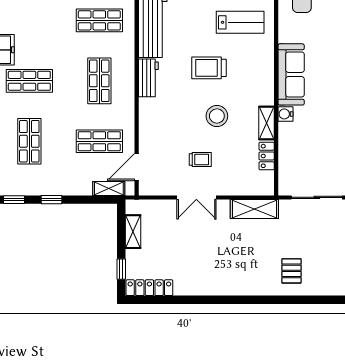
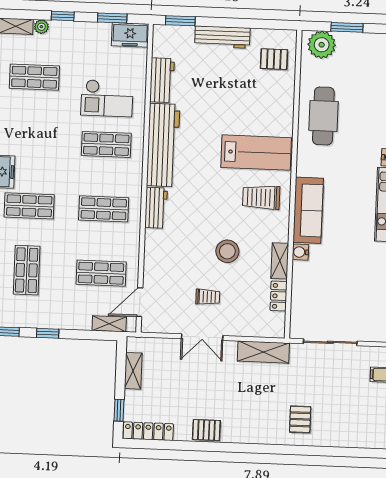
lab bench: (240, 22) -> (256, 153), width x1.36, depth x1.39
trolley: (209, 68) -> (261, 197), moved
shop shelf: (99, 81) -> (104, 209), turned 90
pallet: (204, 284) -> (206, 430), added

